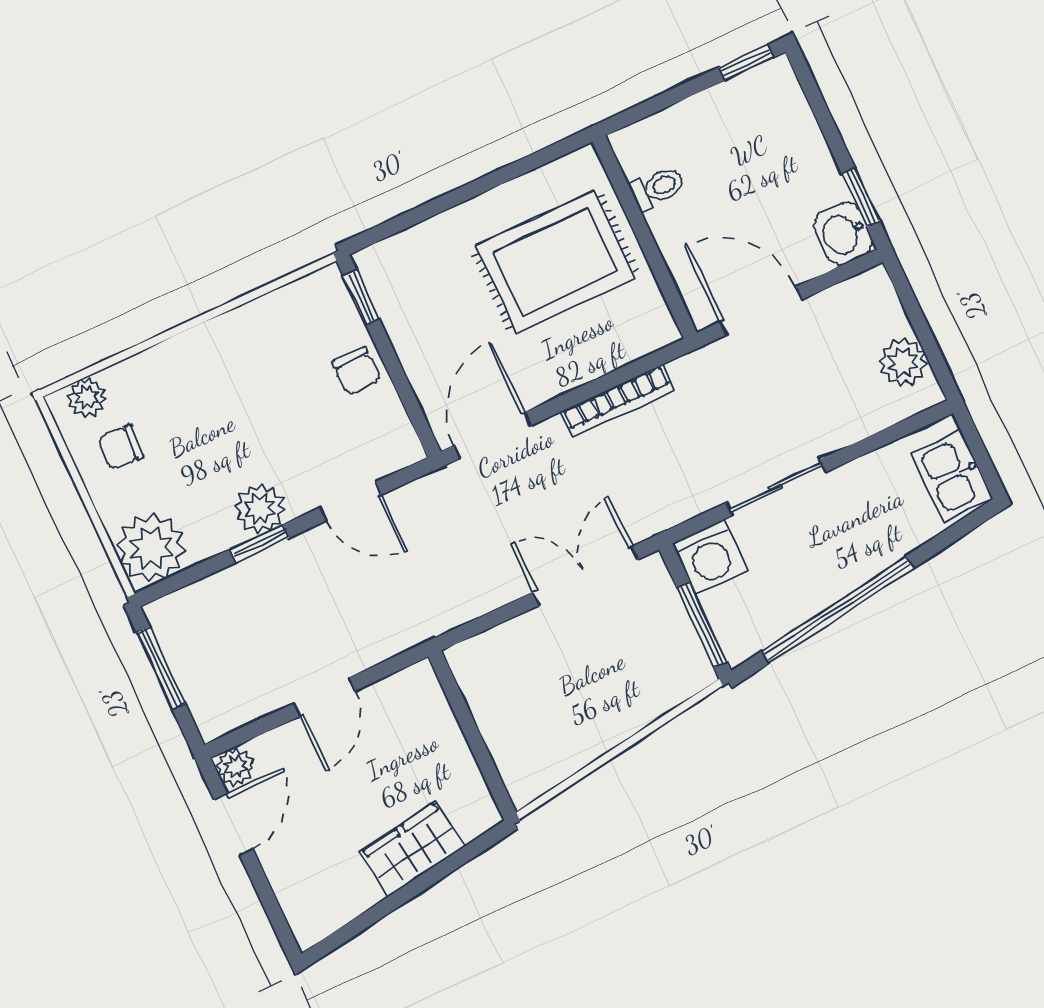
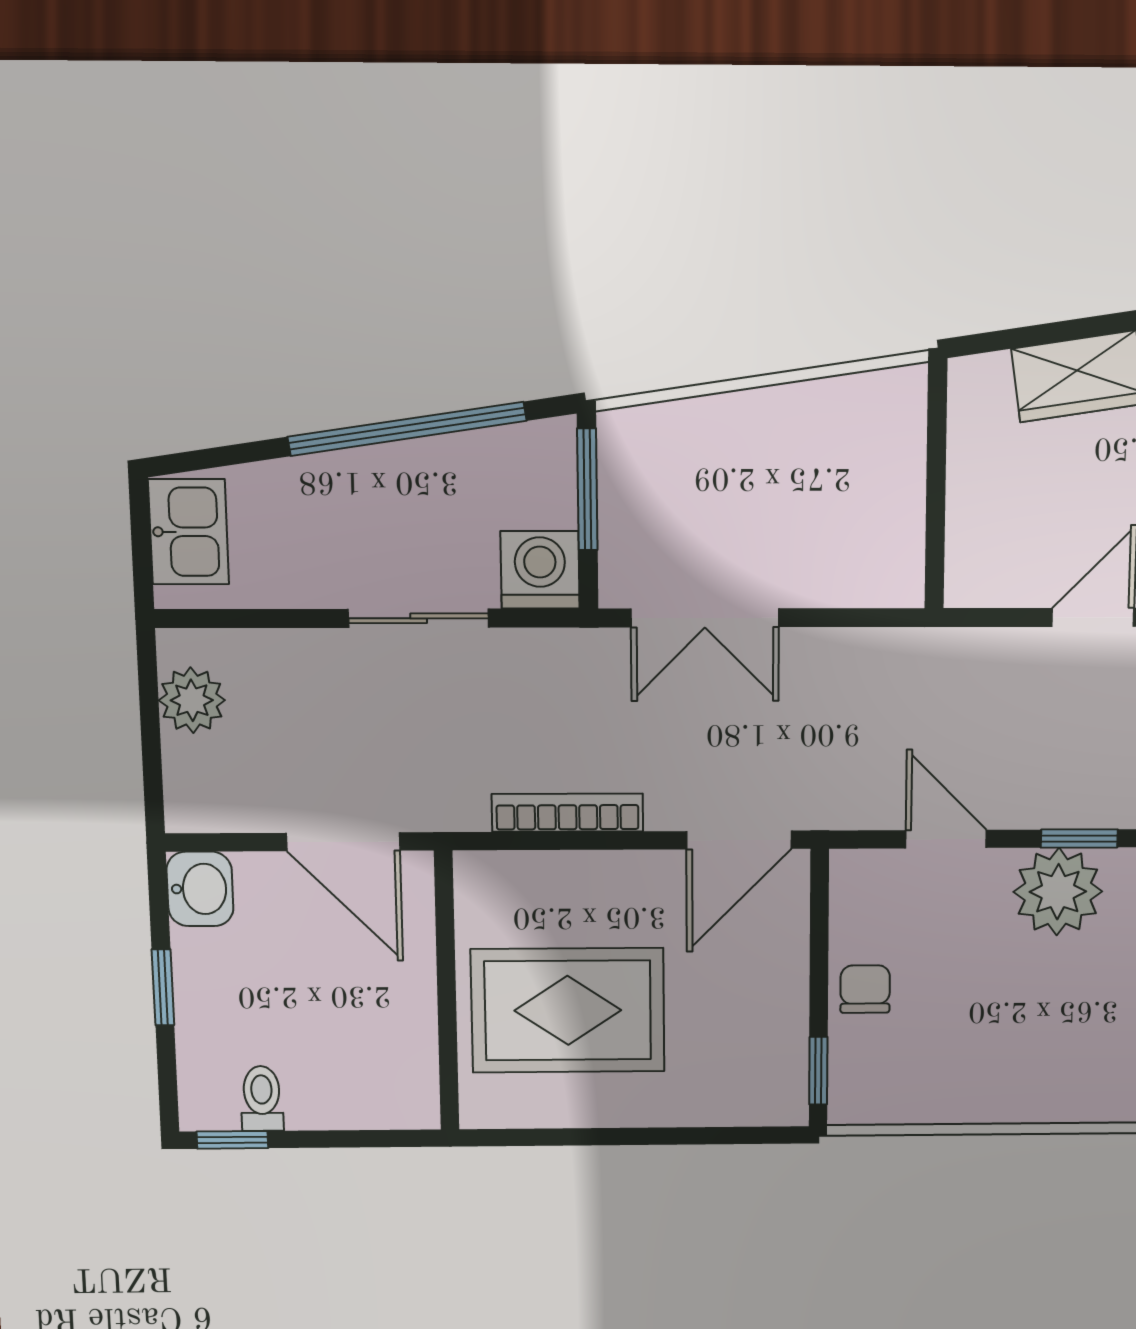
toilet: (658, 188) -> (262, 1099), moved, turned 90
window: (861, 197) -> (163, 987), moved
plant: (260, 508) -> (1058, 892), width x1.36, depth x1.36

